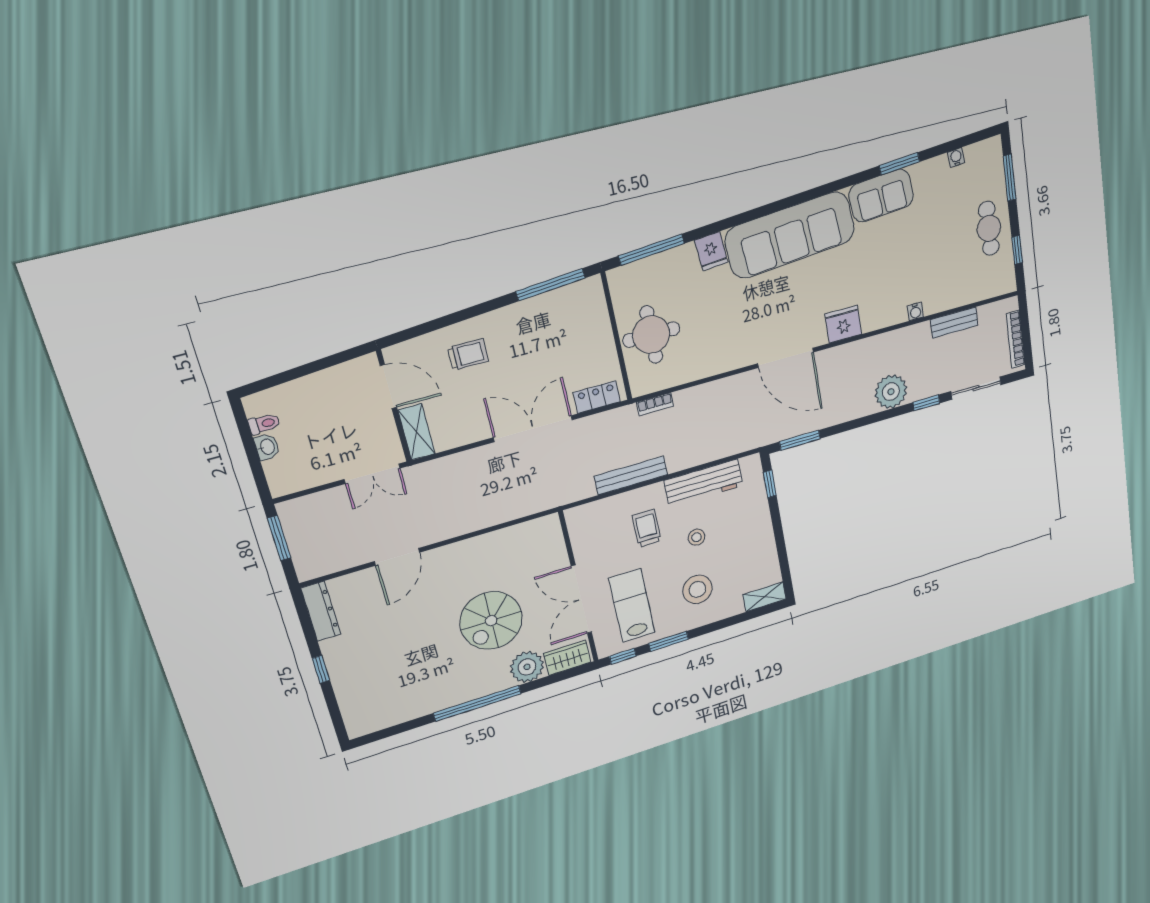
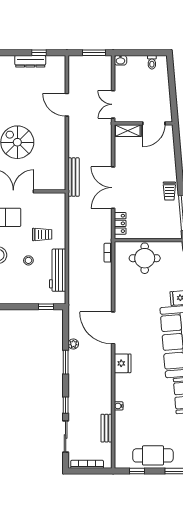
cafe table: (989, 228) -> (153, 455), width x1.37, depth x1.35
trolley: (468, 354) -> (169, 191), moved
door: (786, 358) -> (113, 328), hinge flipped
plant: (891, 392) -> (73, 344), moved, width x0.53, depth x0.53
double door: (533, 429) -> (113, 188), swing flipped
window: (800, 440) -> (66, 362), moved
washbasin: (267, 447) -> (120, 60), moved
bench: (631, 475) -> (74, 177), moved
dresser: (321, 611) -> (30, 61), moved
window: (321, 669) -> (39, 53), moved

